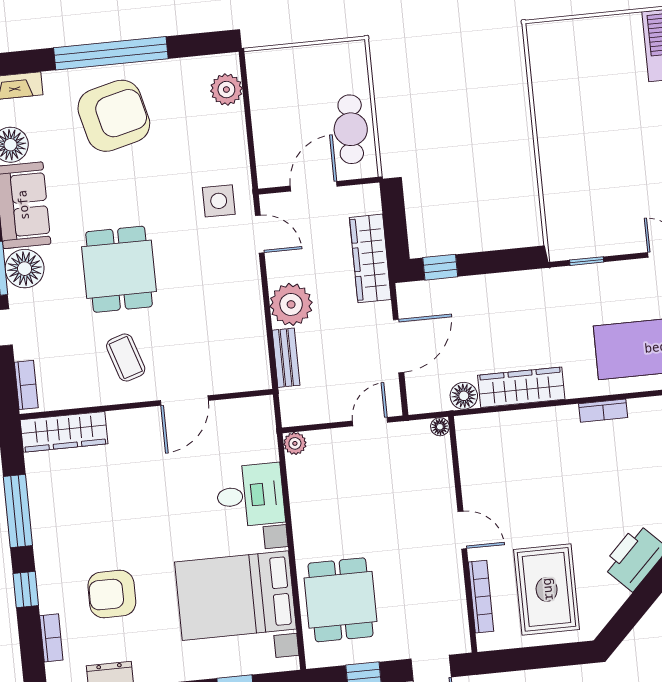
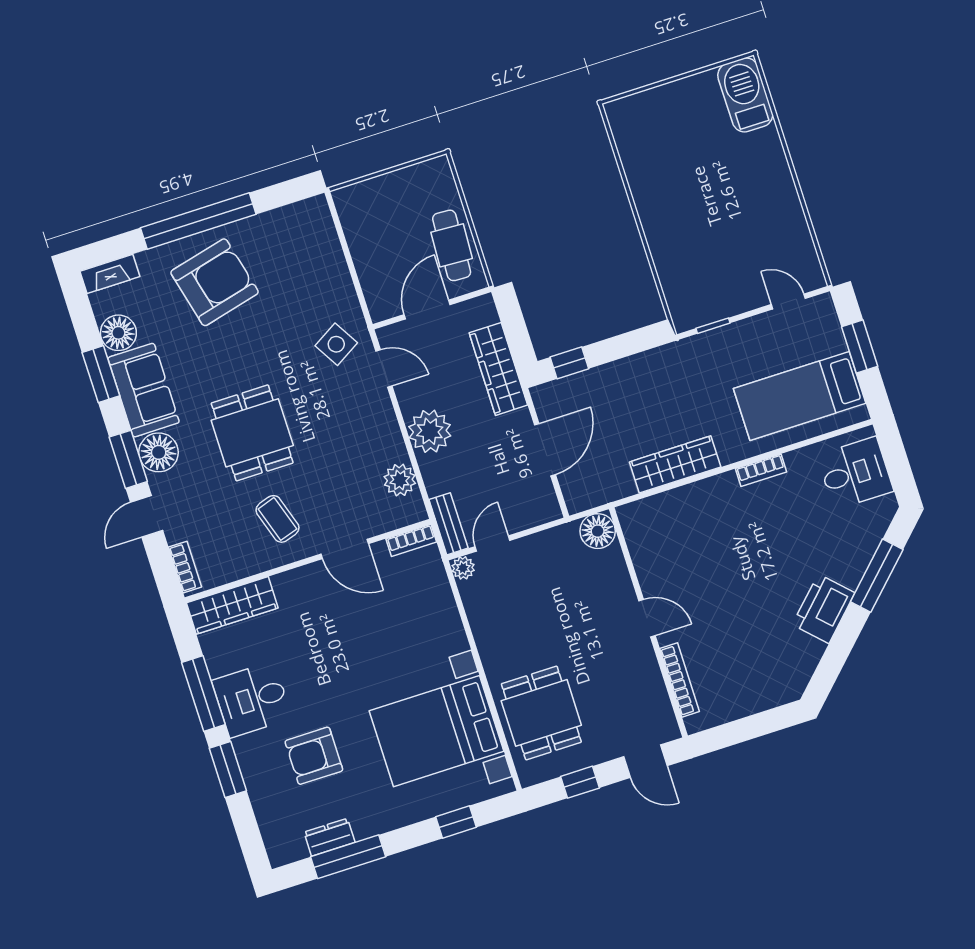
plant: (226, 90) -> (400, 480), moved
side table: (219, 201) -> (336, 344), turned -31
bench: (286, 358) -> (449, 524), moved
floor lamp: (464, 396) -> (620, 485), removed
door: (184, 400) -> (345, 549), hinge flipped
door: (370, 422) -> (492, 543), moved
floor lamp: (440, 427) -> (598, 531), width x1.89, depth x1.89
desk: (250, 495) -> (252, 699), moved, turned 180
window: (26, 589) -> (228, 769), width x1.50
rug: (547, 589) -> (743, 659), removed
bookcase: (51, 638) -> (411, 540), moved, turned 90

